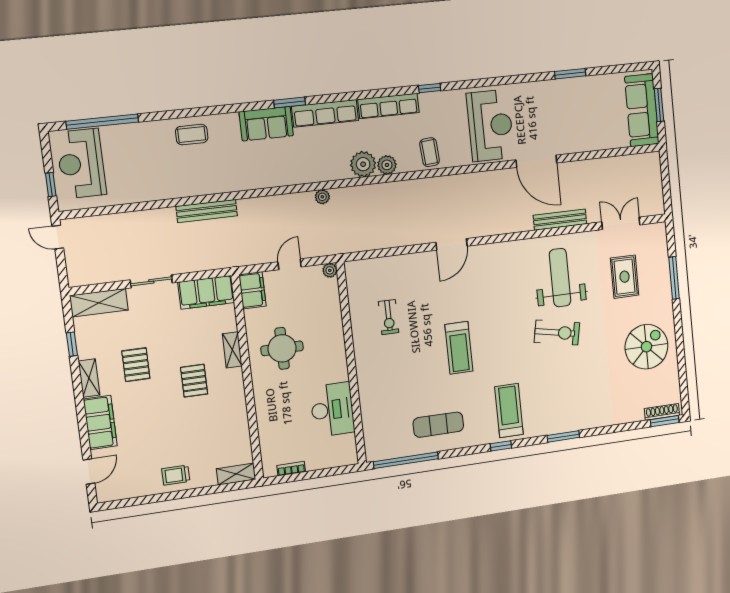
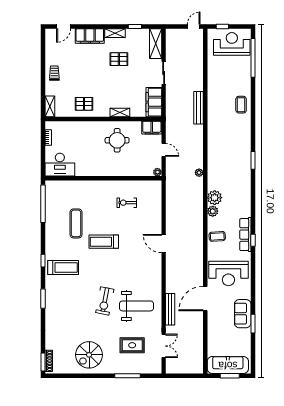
row of seats: (388, 106) -> (245, 235), moved
row of seats: (325, 113) -> (245, 179), removed
sofa: (266, 124) -> (243, 314), moved
spiral stairs: (646, 347) -> (89, 355), turned 90
pallet: (194, 381) -> (84, 104), moved
desk: (332, 410) -> (60, 165), moved
exercise mat: (438, 425) -> (76, 223), moved
door: (89, 472) -> (64, 27), hinge flipped

